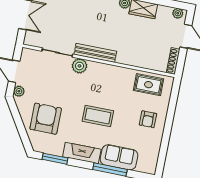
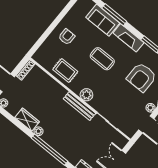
plant: (80, 66) -> (86, 95), moved
rug: (149, 85) -> (65, 71), moved

